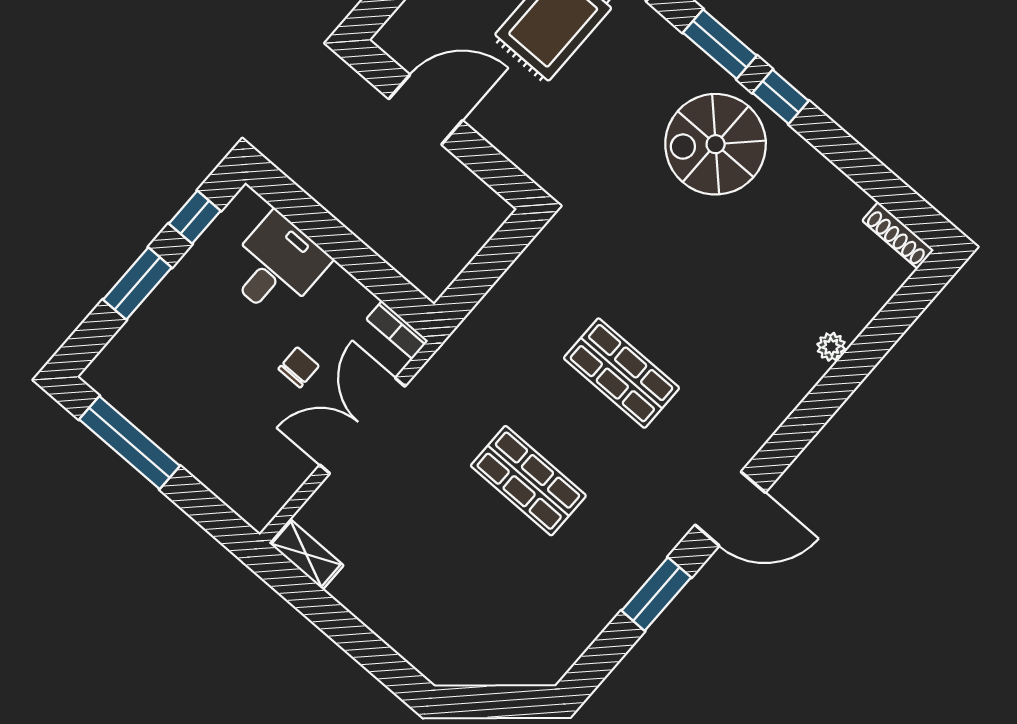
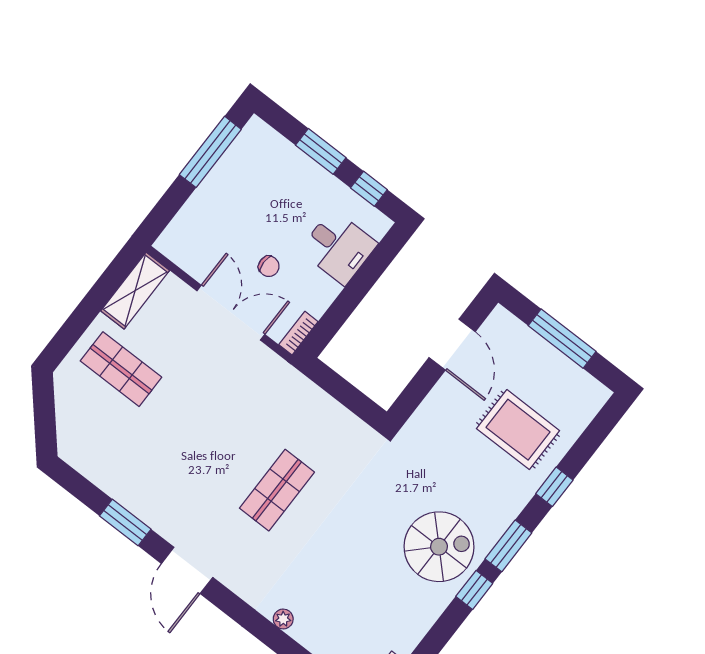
spiral stairs: (716, 144) -> (439, 547), turned 90
plant: (831, 347) -> (283, 619), moved
shop shelf: (528, 481) -> (121, 369), moved, turned 90
shelving: (306, 554) -> (135, 291), width x1.50, depth x1.33

